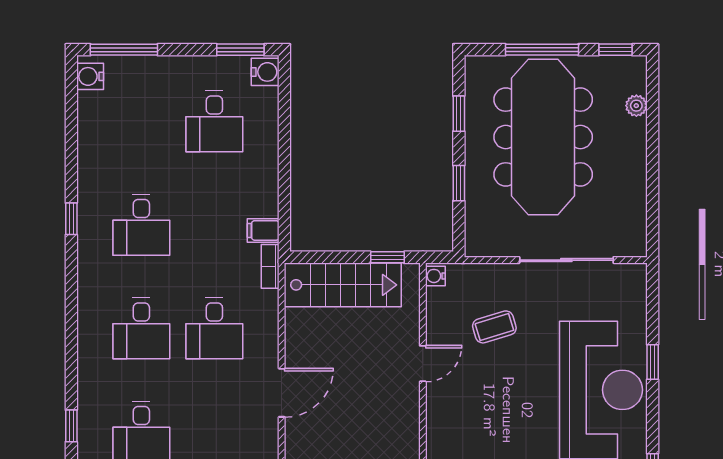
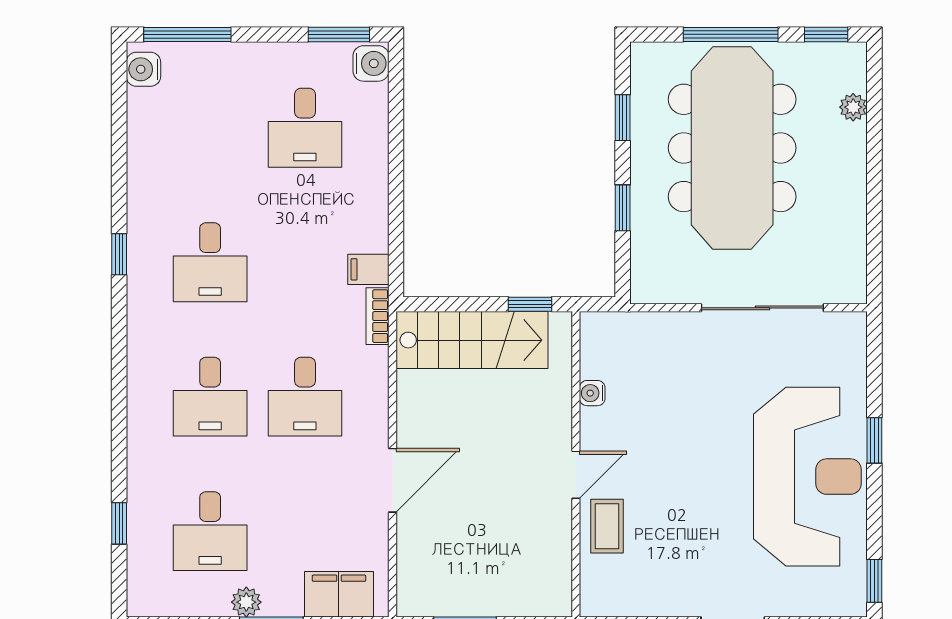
water cooler: (435, 276) -> (592, 393), moved
coffee table: (494, 327) -> (607, 526), moved, turned -73
door: (423, 364) -> (576, 475), moved

